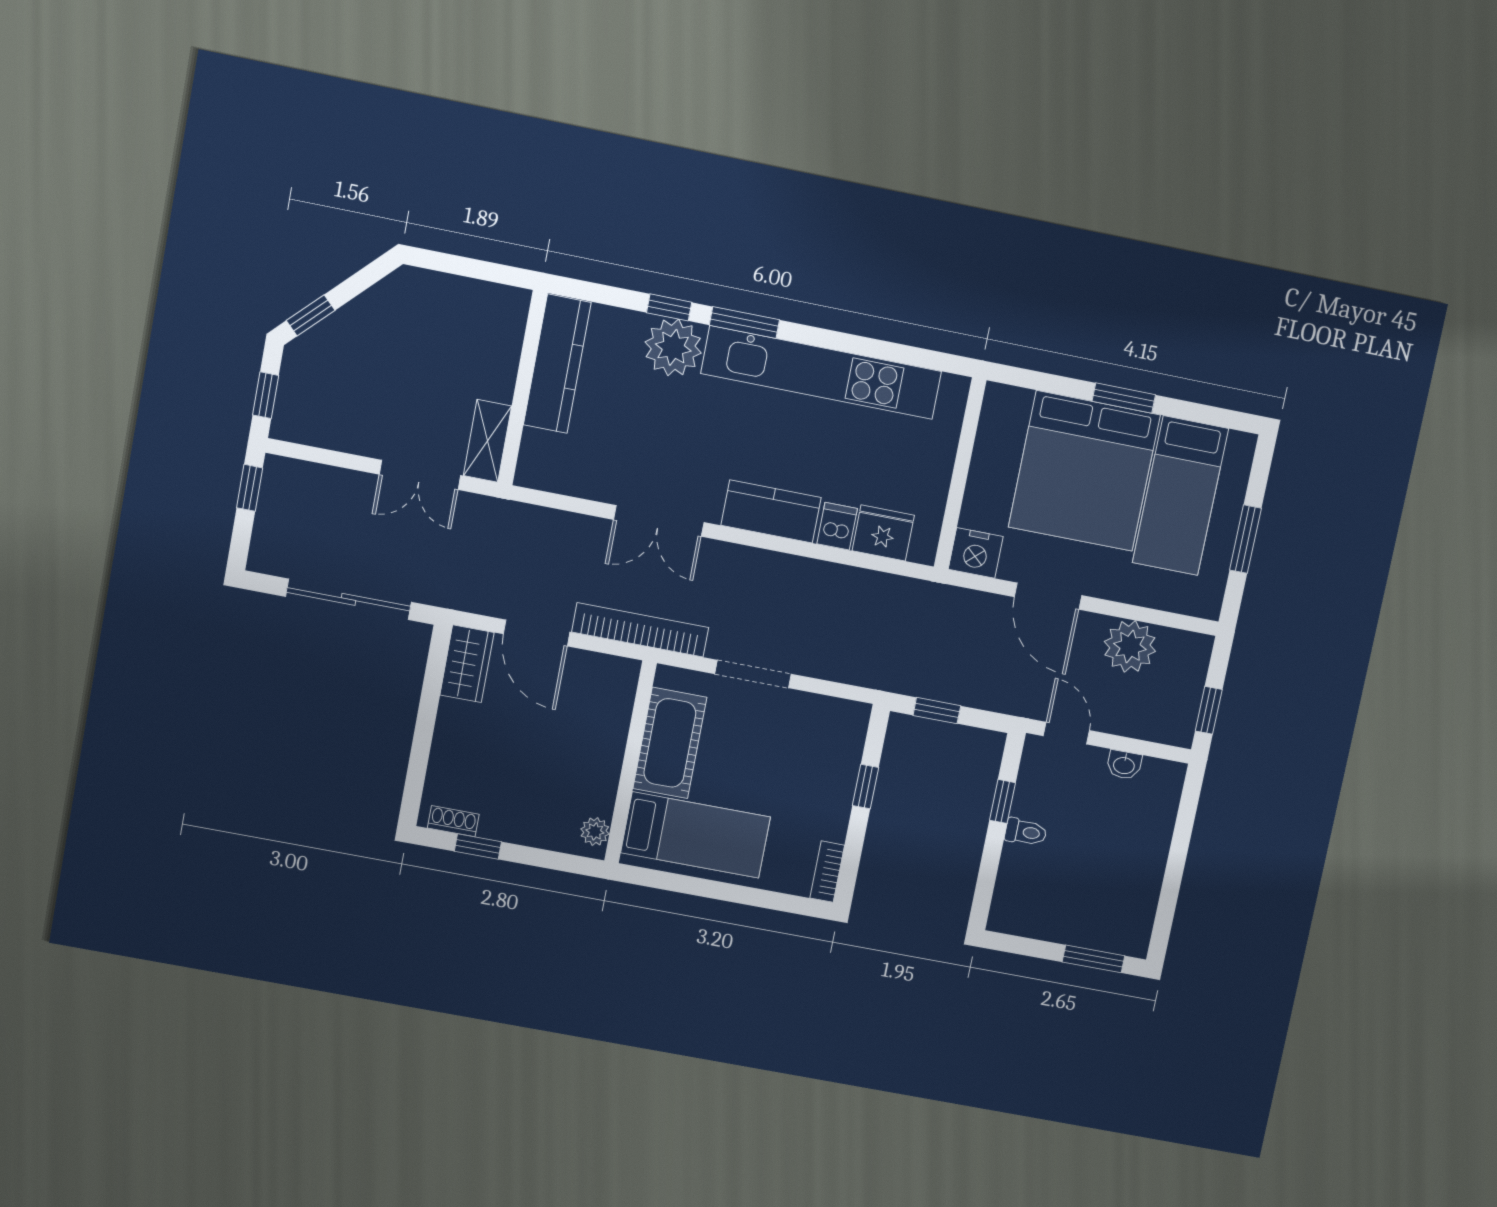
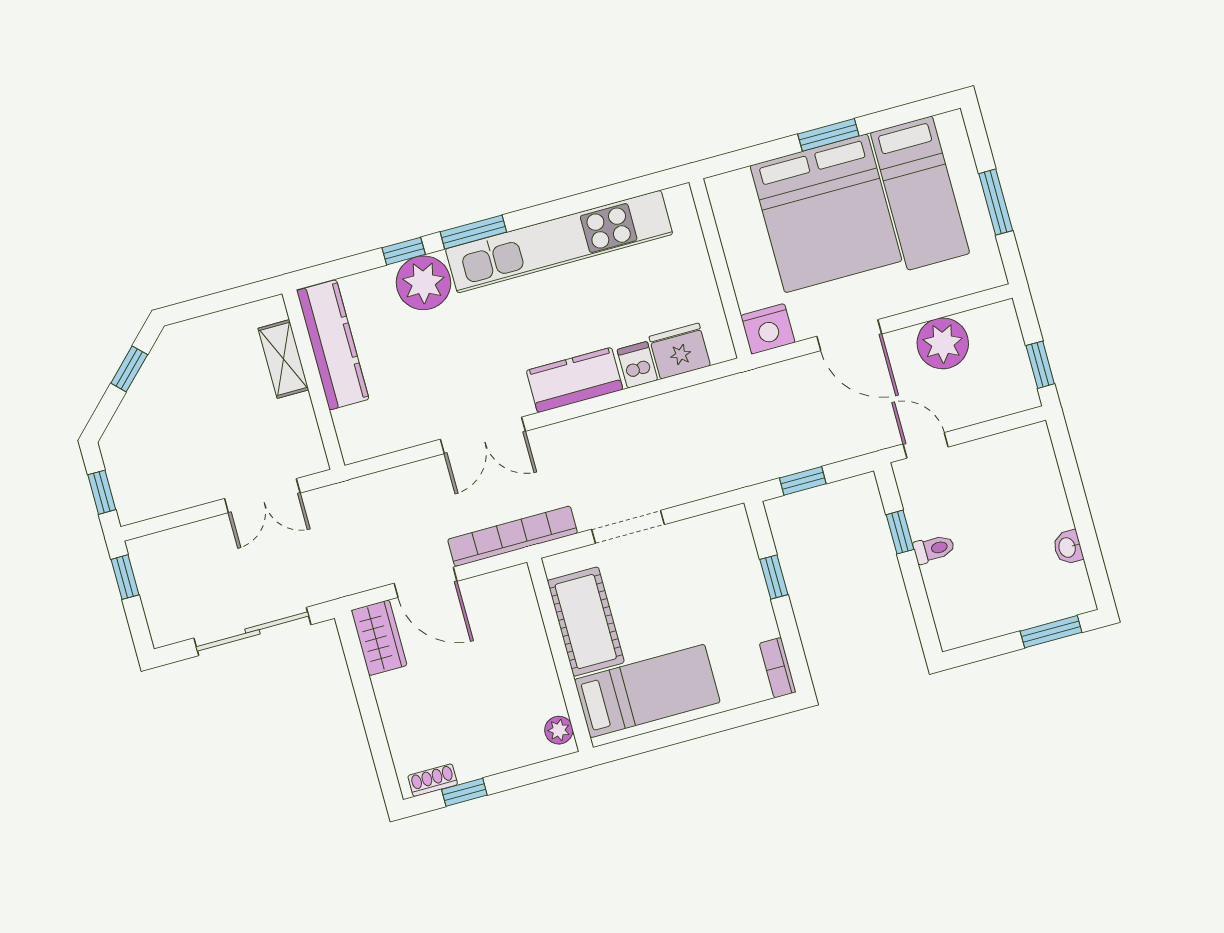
window: (311, 315) -> (129, 369), moved
shelving: (487, 441) -> (283, 359), moved
washbasin: (1124, 765) -> (1068, 547), moved, turned 90

